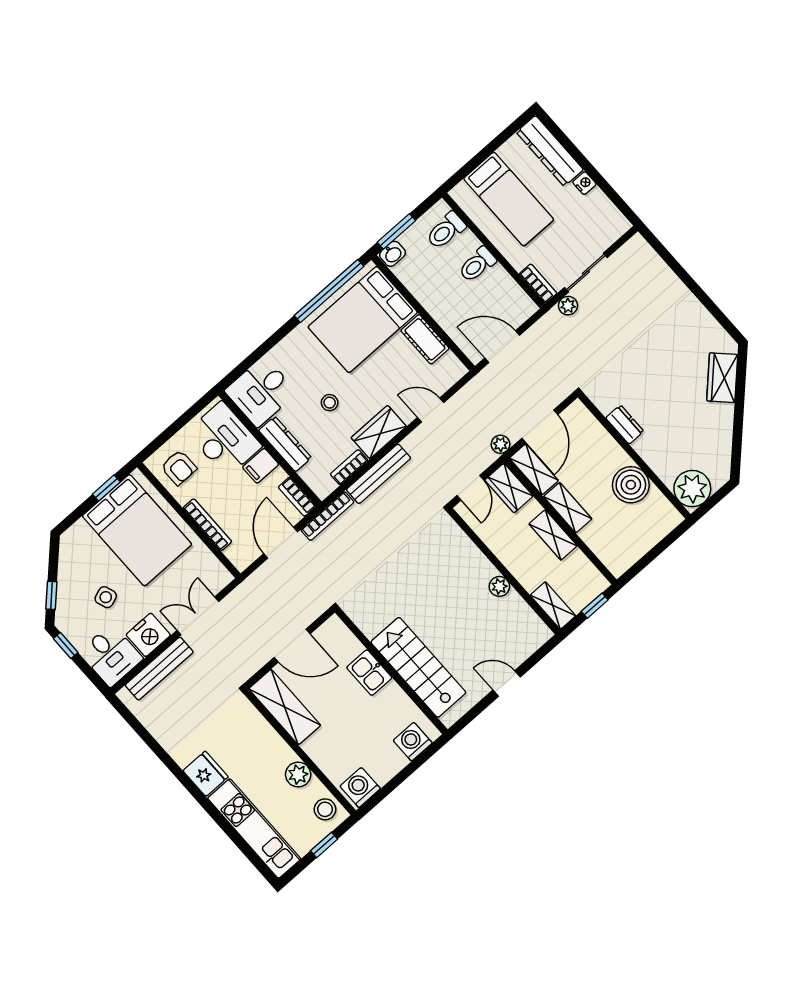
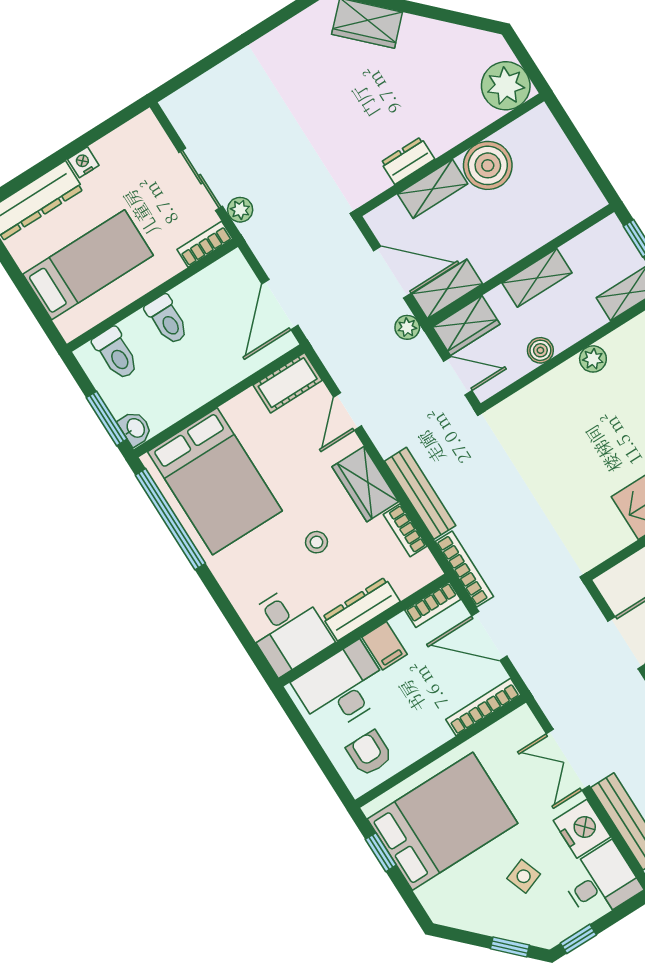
cot: (425, 339) -> (288, 383), moved
armchair: (179, 467) -> (369, 753), turned -90
shelving: (568, 508) -> (433, 189), moved
bookcase: (207, 525) -> (483, 707), moved
boiler: (500, 546) -> (540, 350), added

